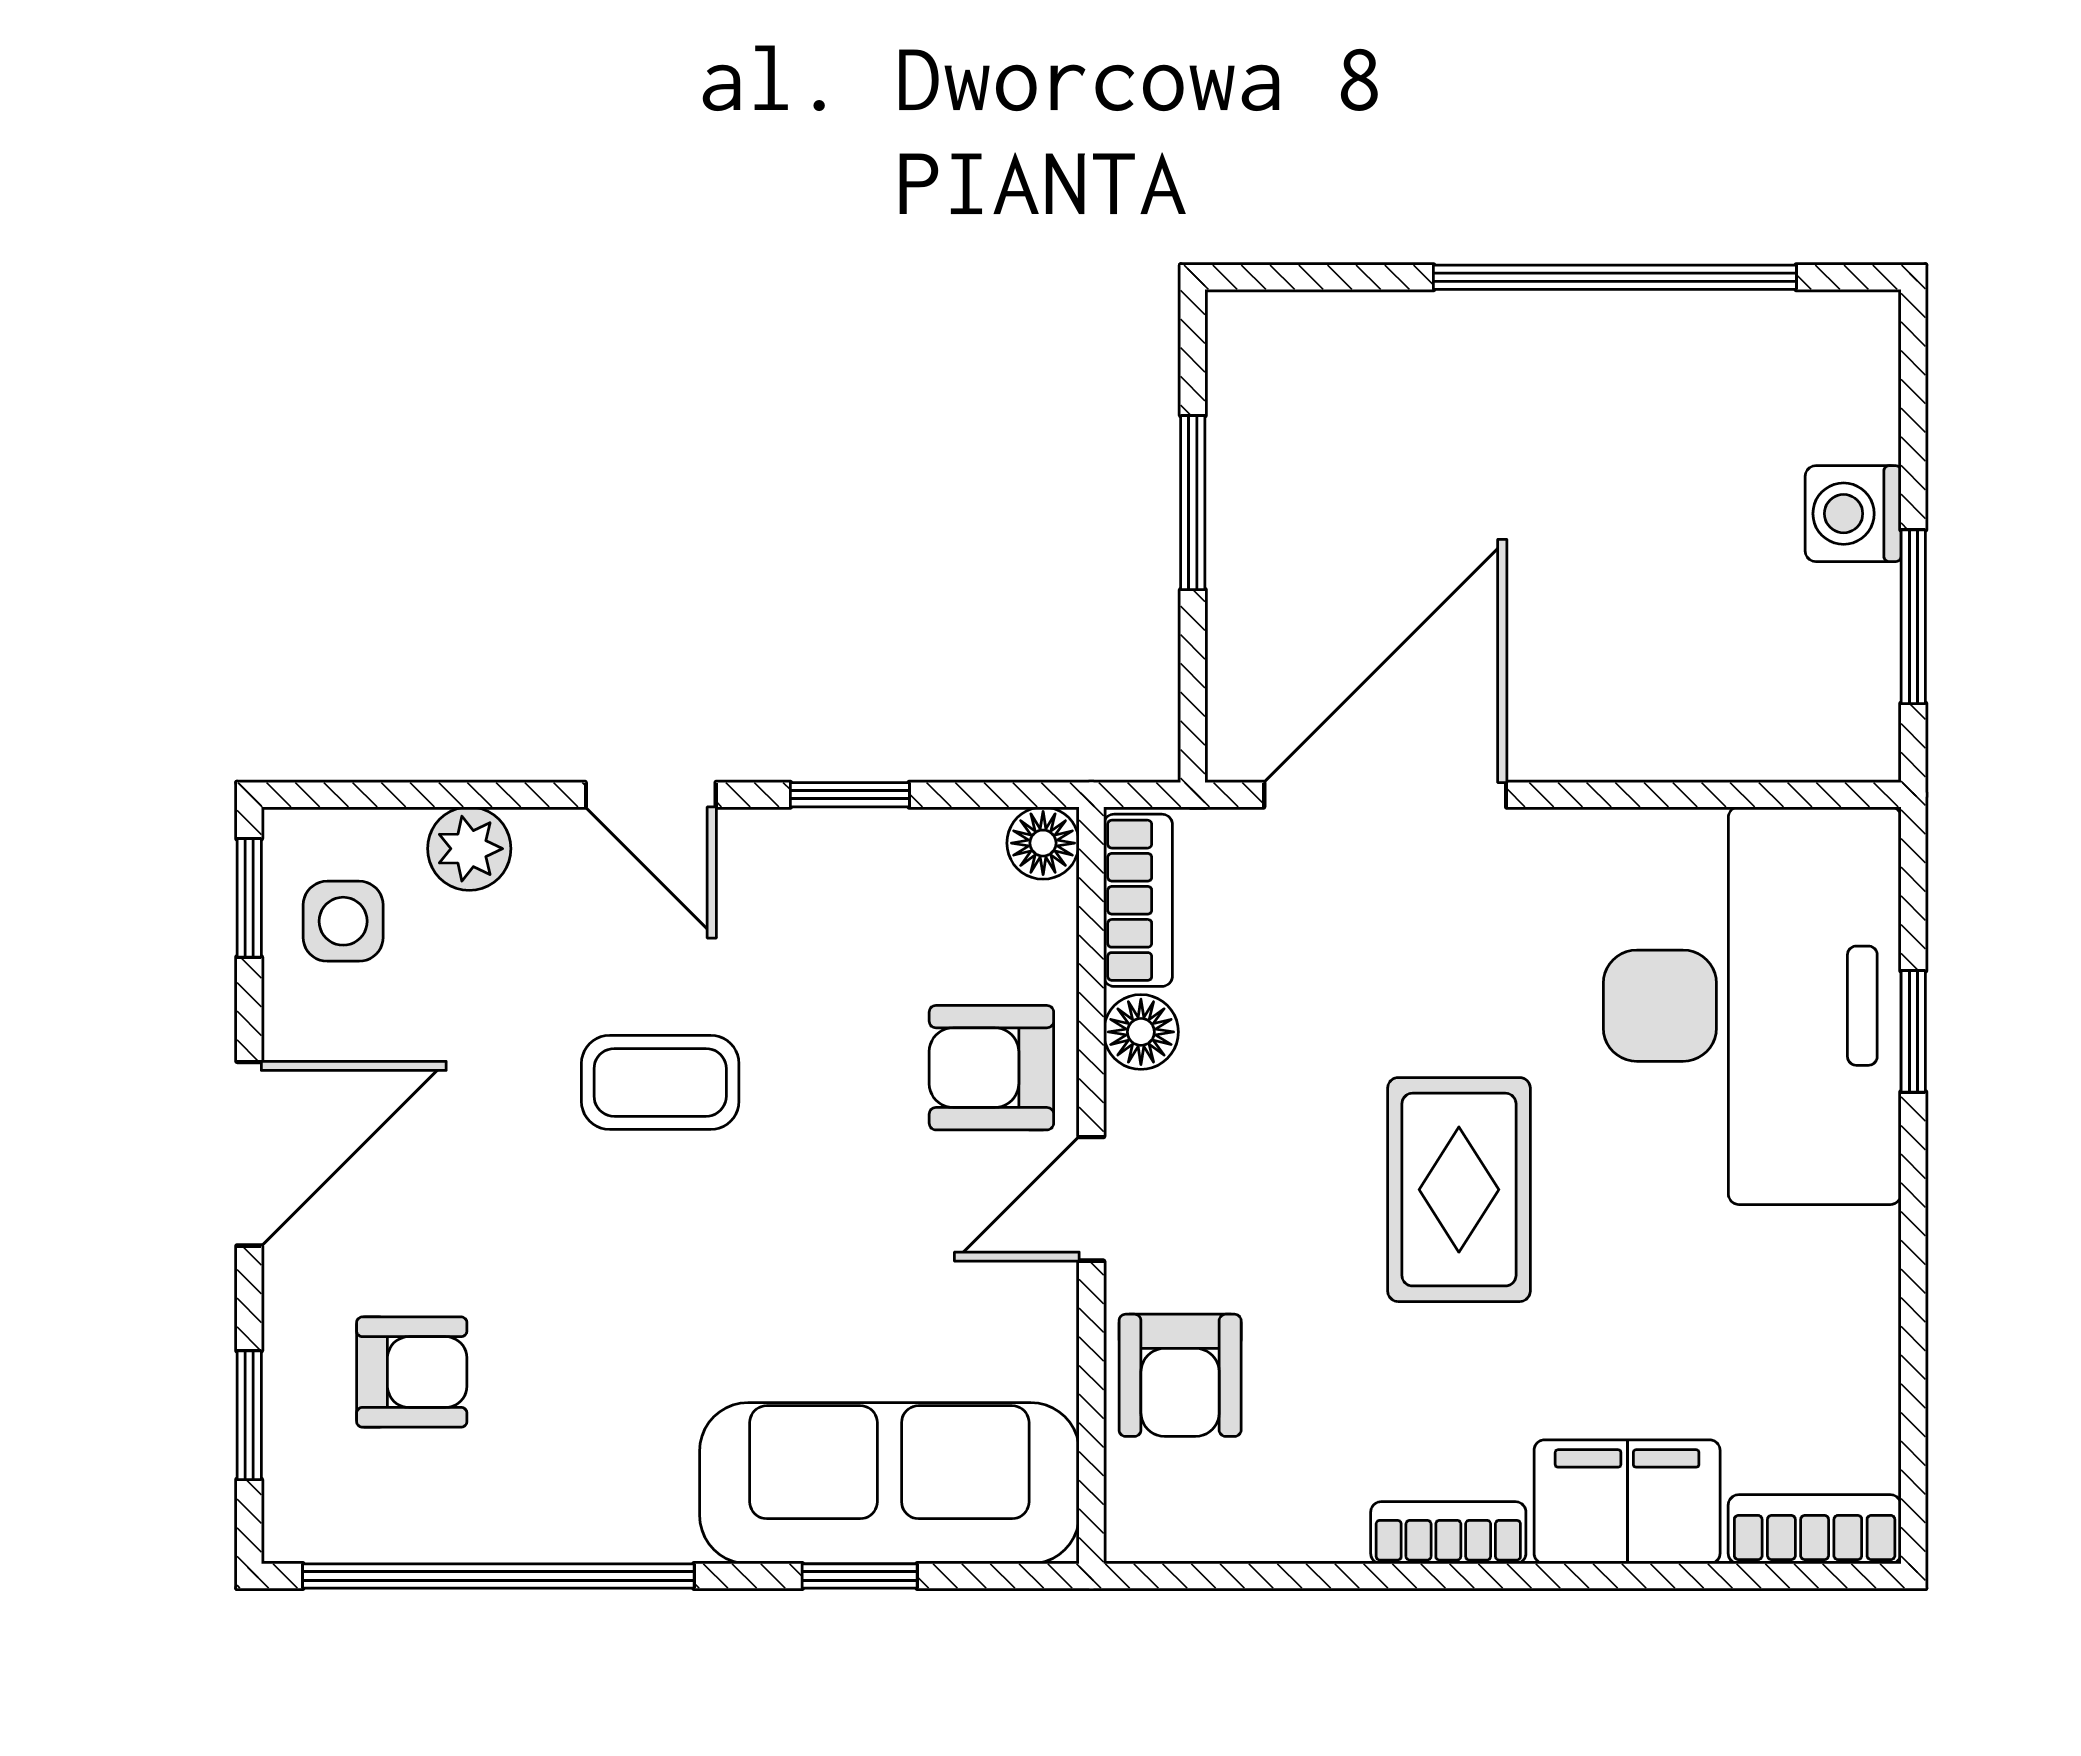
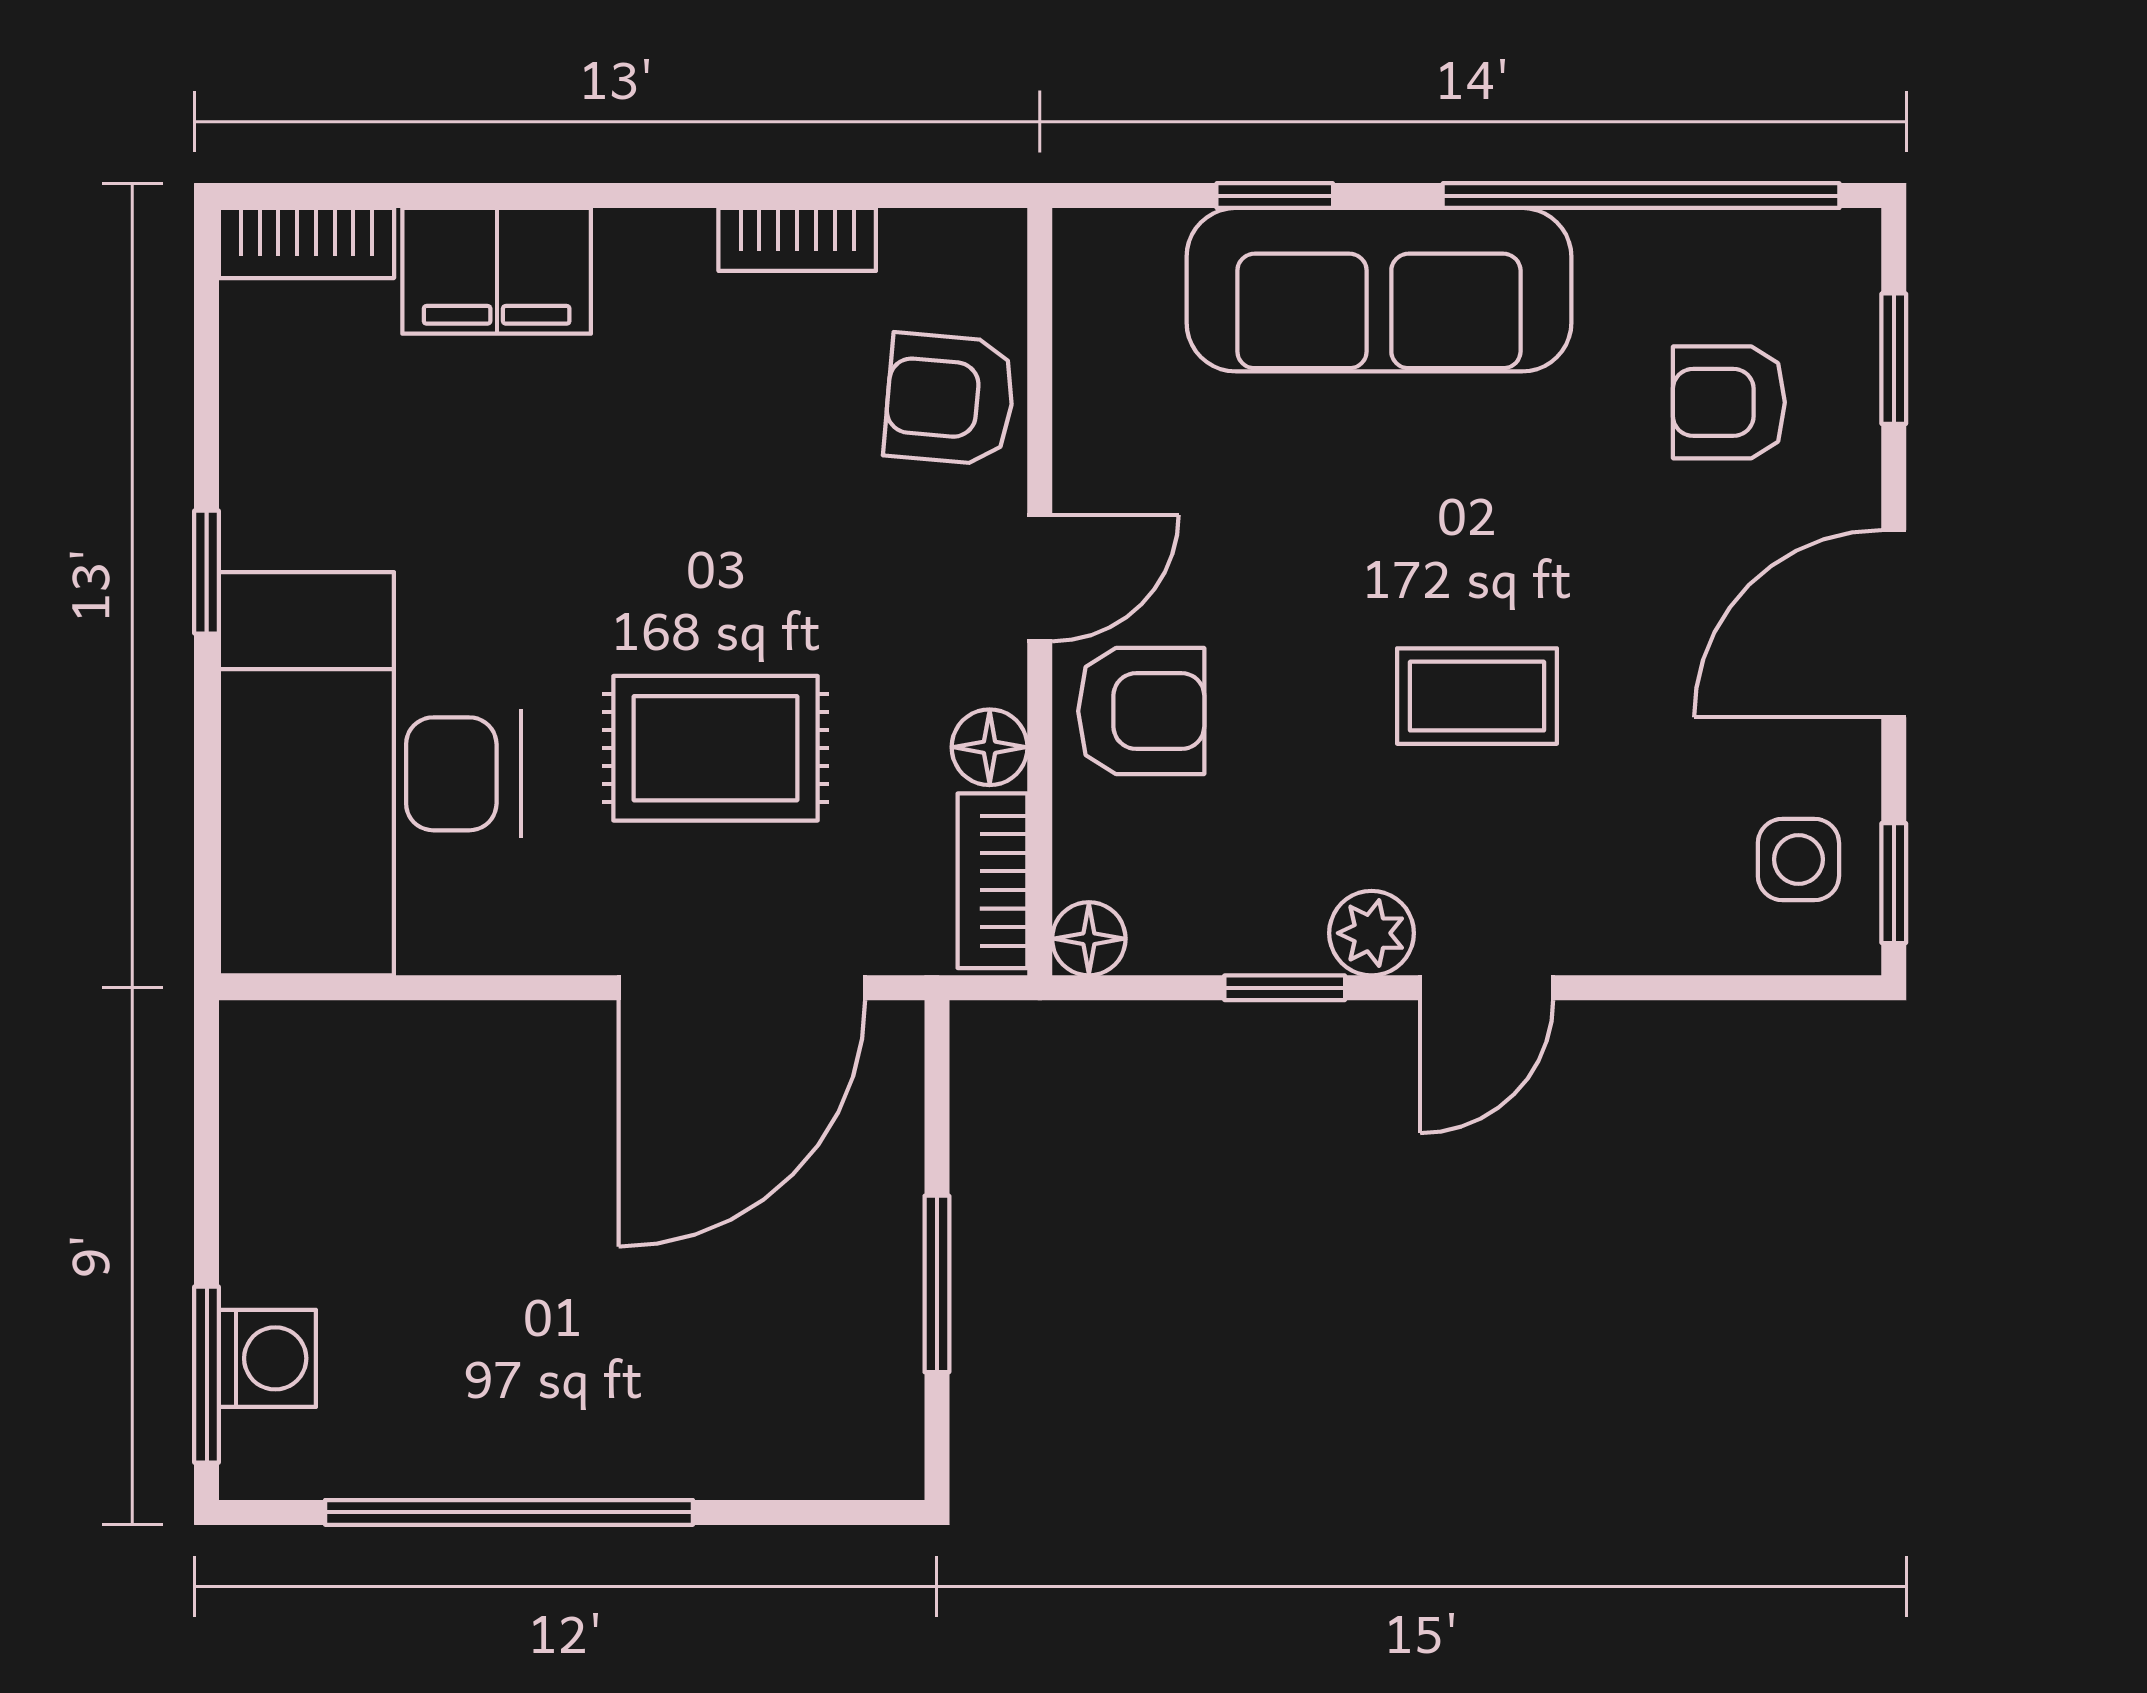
washing machine: (1853, 514) -> (267, 1358), moved
window: (1913, 617) -> (207, 1375), moved
door: (651, 795) -> (1487, 988), swing flipped
plant: (469, 849) -> (1372, 933), moved
window: (1913, 1031) -> (207, 572), moved
rug: (1459, 1190) -> (715, 748), moved, turned 90
armchair: (1180, 1375) -> (950, 399), turned -85
sofa: (889, 1483) -> (1379, 290), moved
bookcase: (1448, 1533) -> (797, 239), moved

